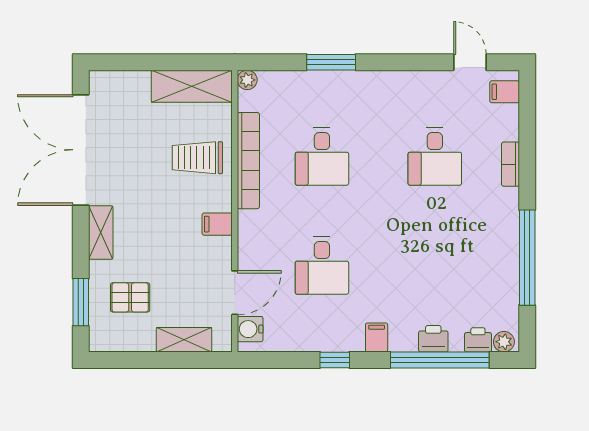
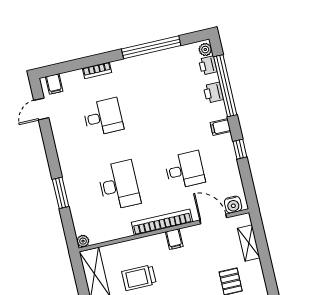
desk: (322, 157) -> (119, 185), width x1.37
trolley: (197, 158) -> (139, 278), moved, turned 90
bookcase: (248, 161) -> (162, 222), moved

